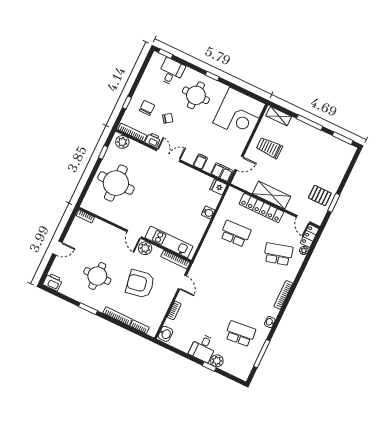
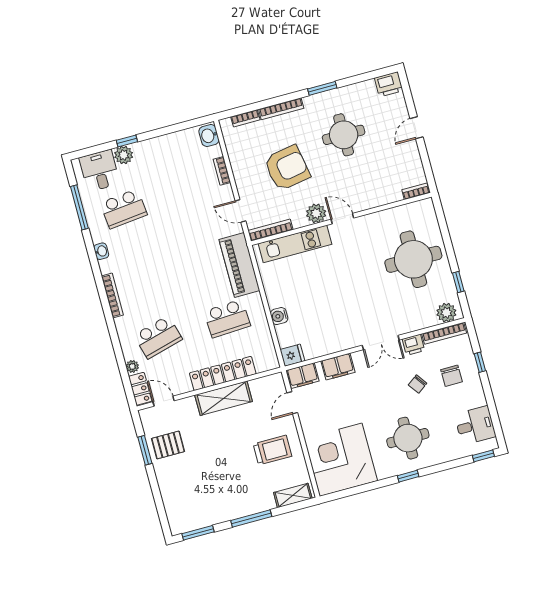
desk: (171, 72) -> (475, 425), moved, turned -90
filing cabinet: (200, 162) -> (338, 367), width x2.00
piano: (206, 255) -> (239, 265), added
desk: (203, 348) -> (100, 171), moved

